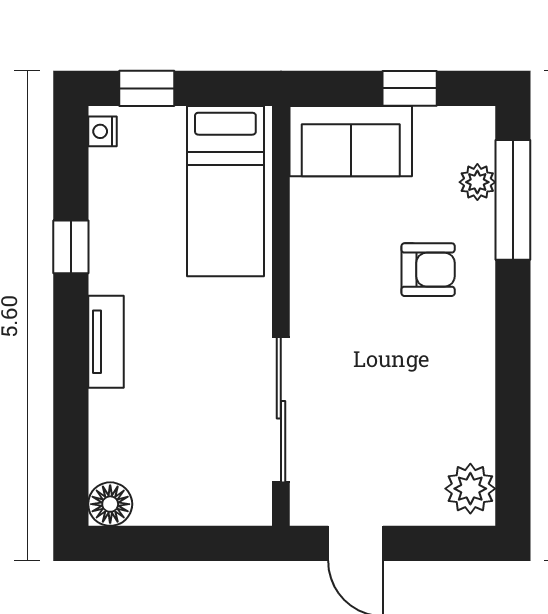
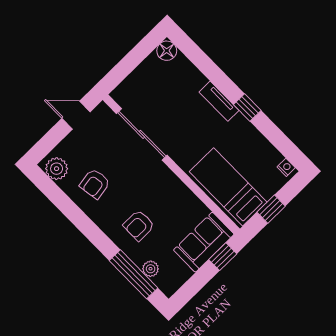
window: (147, 88) -> (271, 209), moved
window: (410, 88) -> (223, 257), moved
window: (71, 247) -> (247, 107), moved
armchair: (433, 405) -> (95, 184), added

